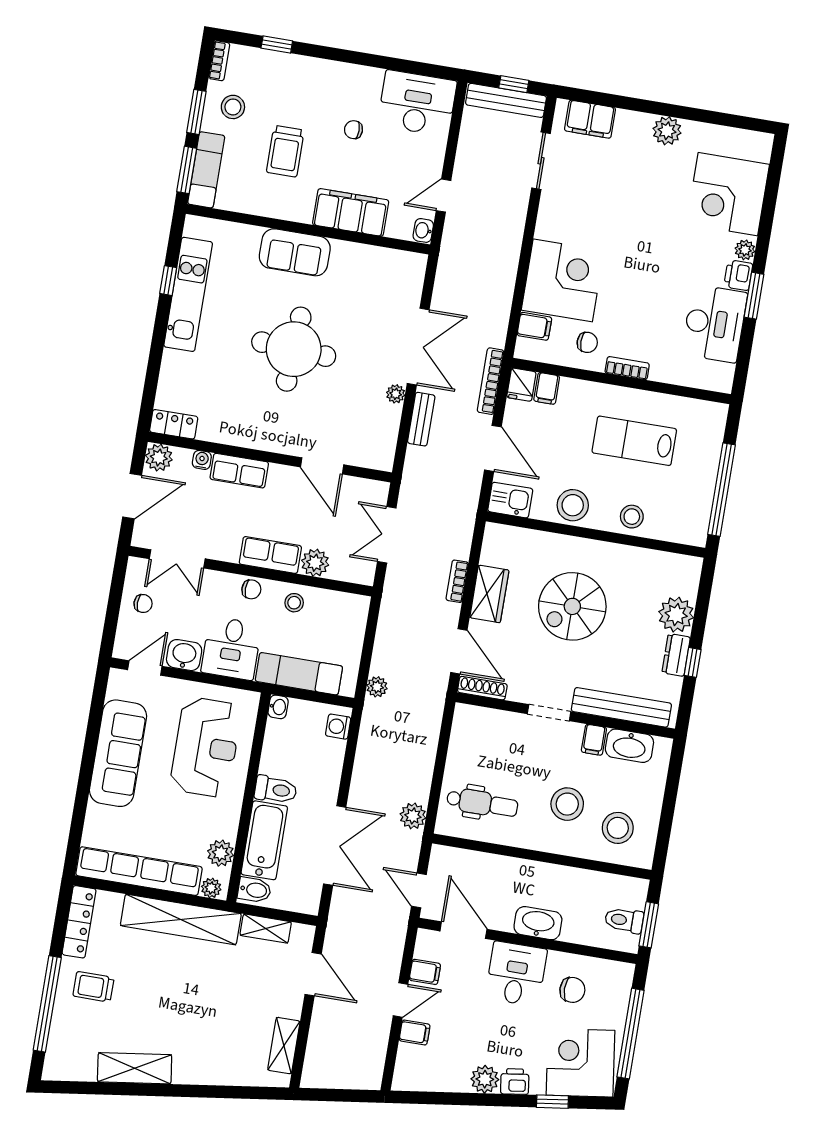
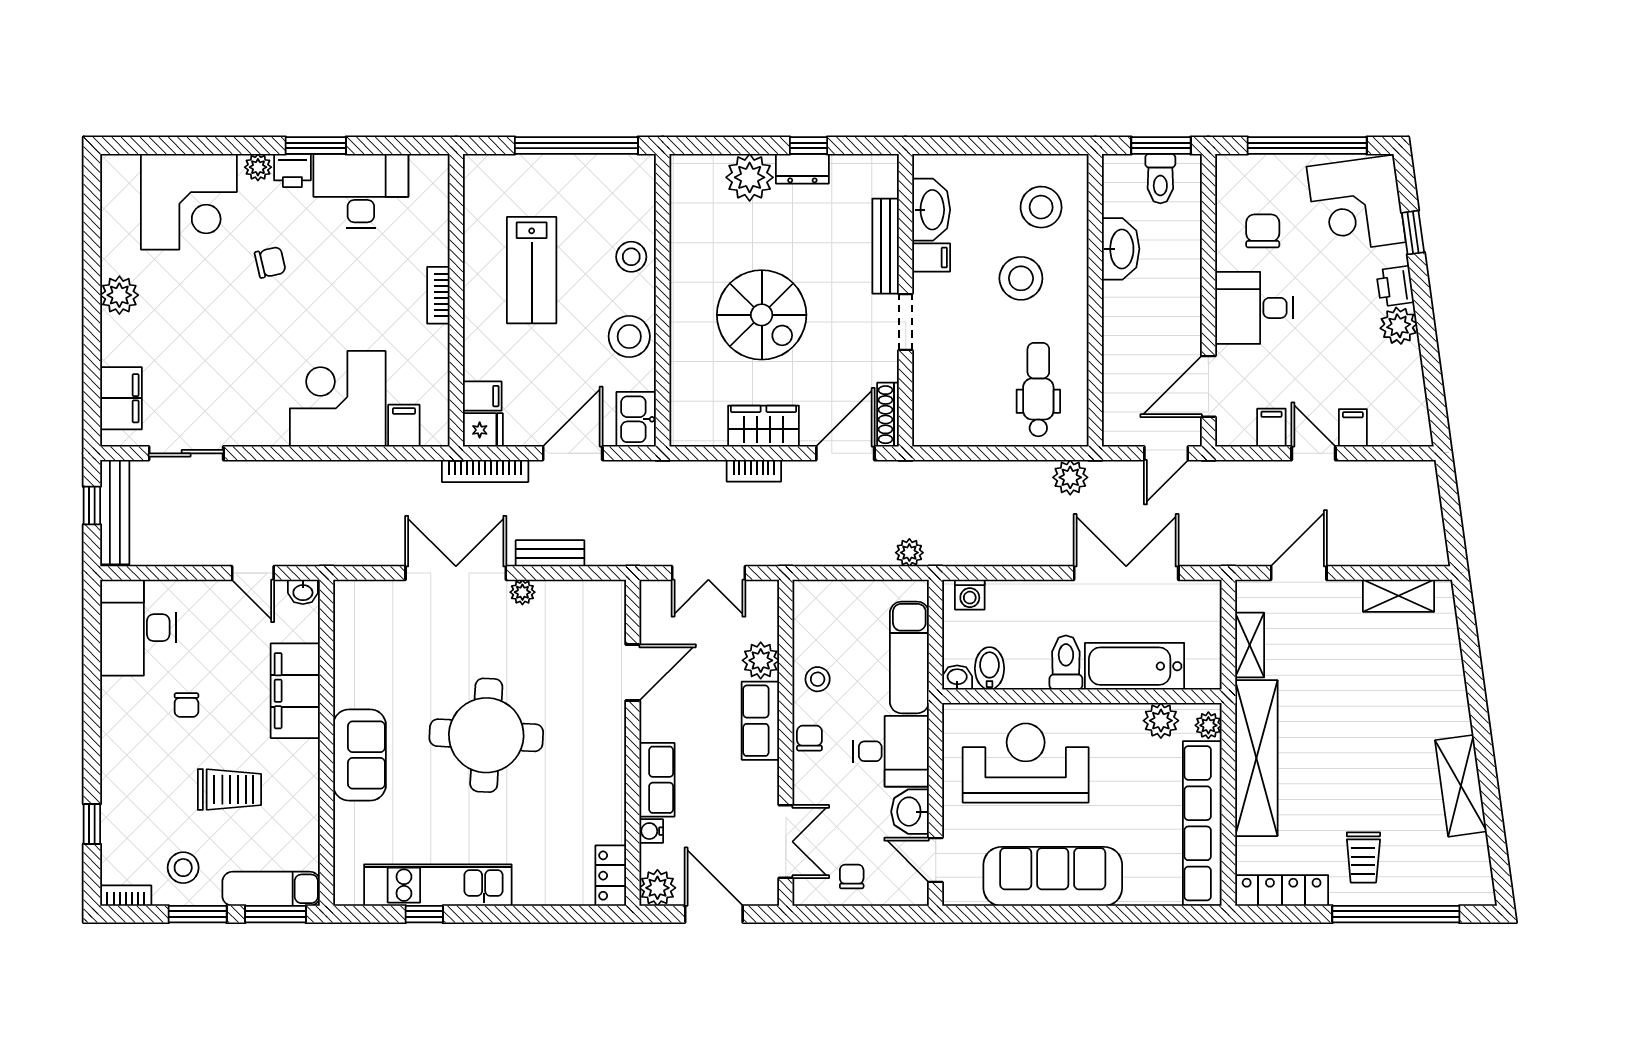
chair: (587, 342) -> (270, 262), moved, turned 77
bench: (621, 707) -> (886, 246), width x0.73, depth x0.82
bidet: (254, 890) -> (990, 668), moved
washbasin: (538, 923) -> (1121, 249), moved, turned 180

